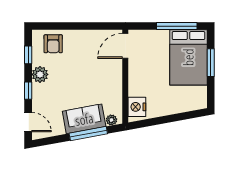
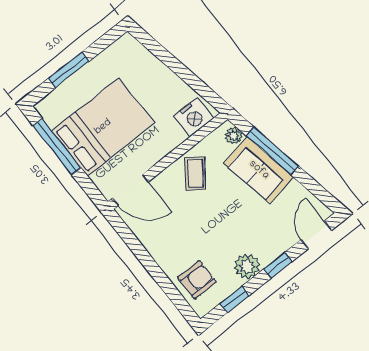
bed: (188, 57) -> (103, 127), moved
coffee table: (108, 85) -> (195, 173), added

